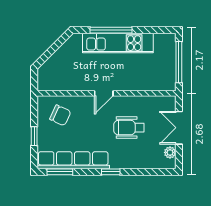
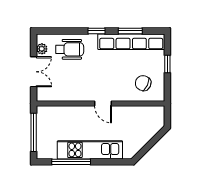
window: (111, 30) -> (71, 162), moved
door: (104, 93) -> (103, 103), swing flipped
wheelchair: (129, 128) -> (70, 49), moved
window: (60, 172) -> (130, 31), moved

